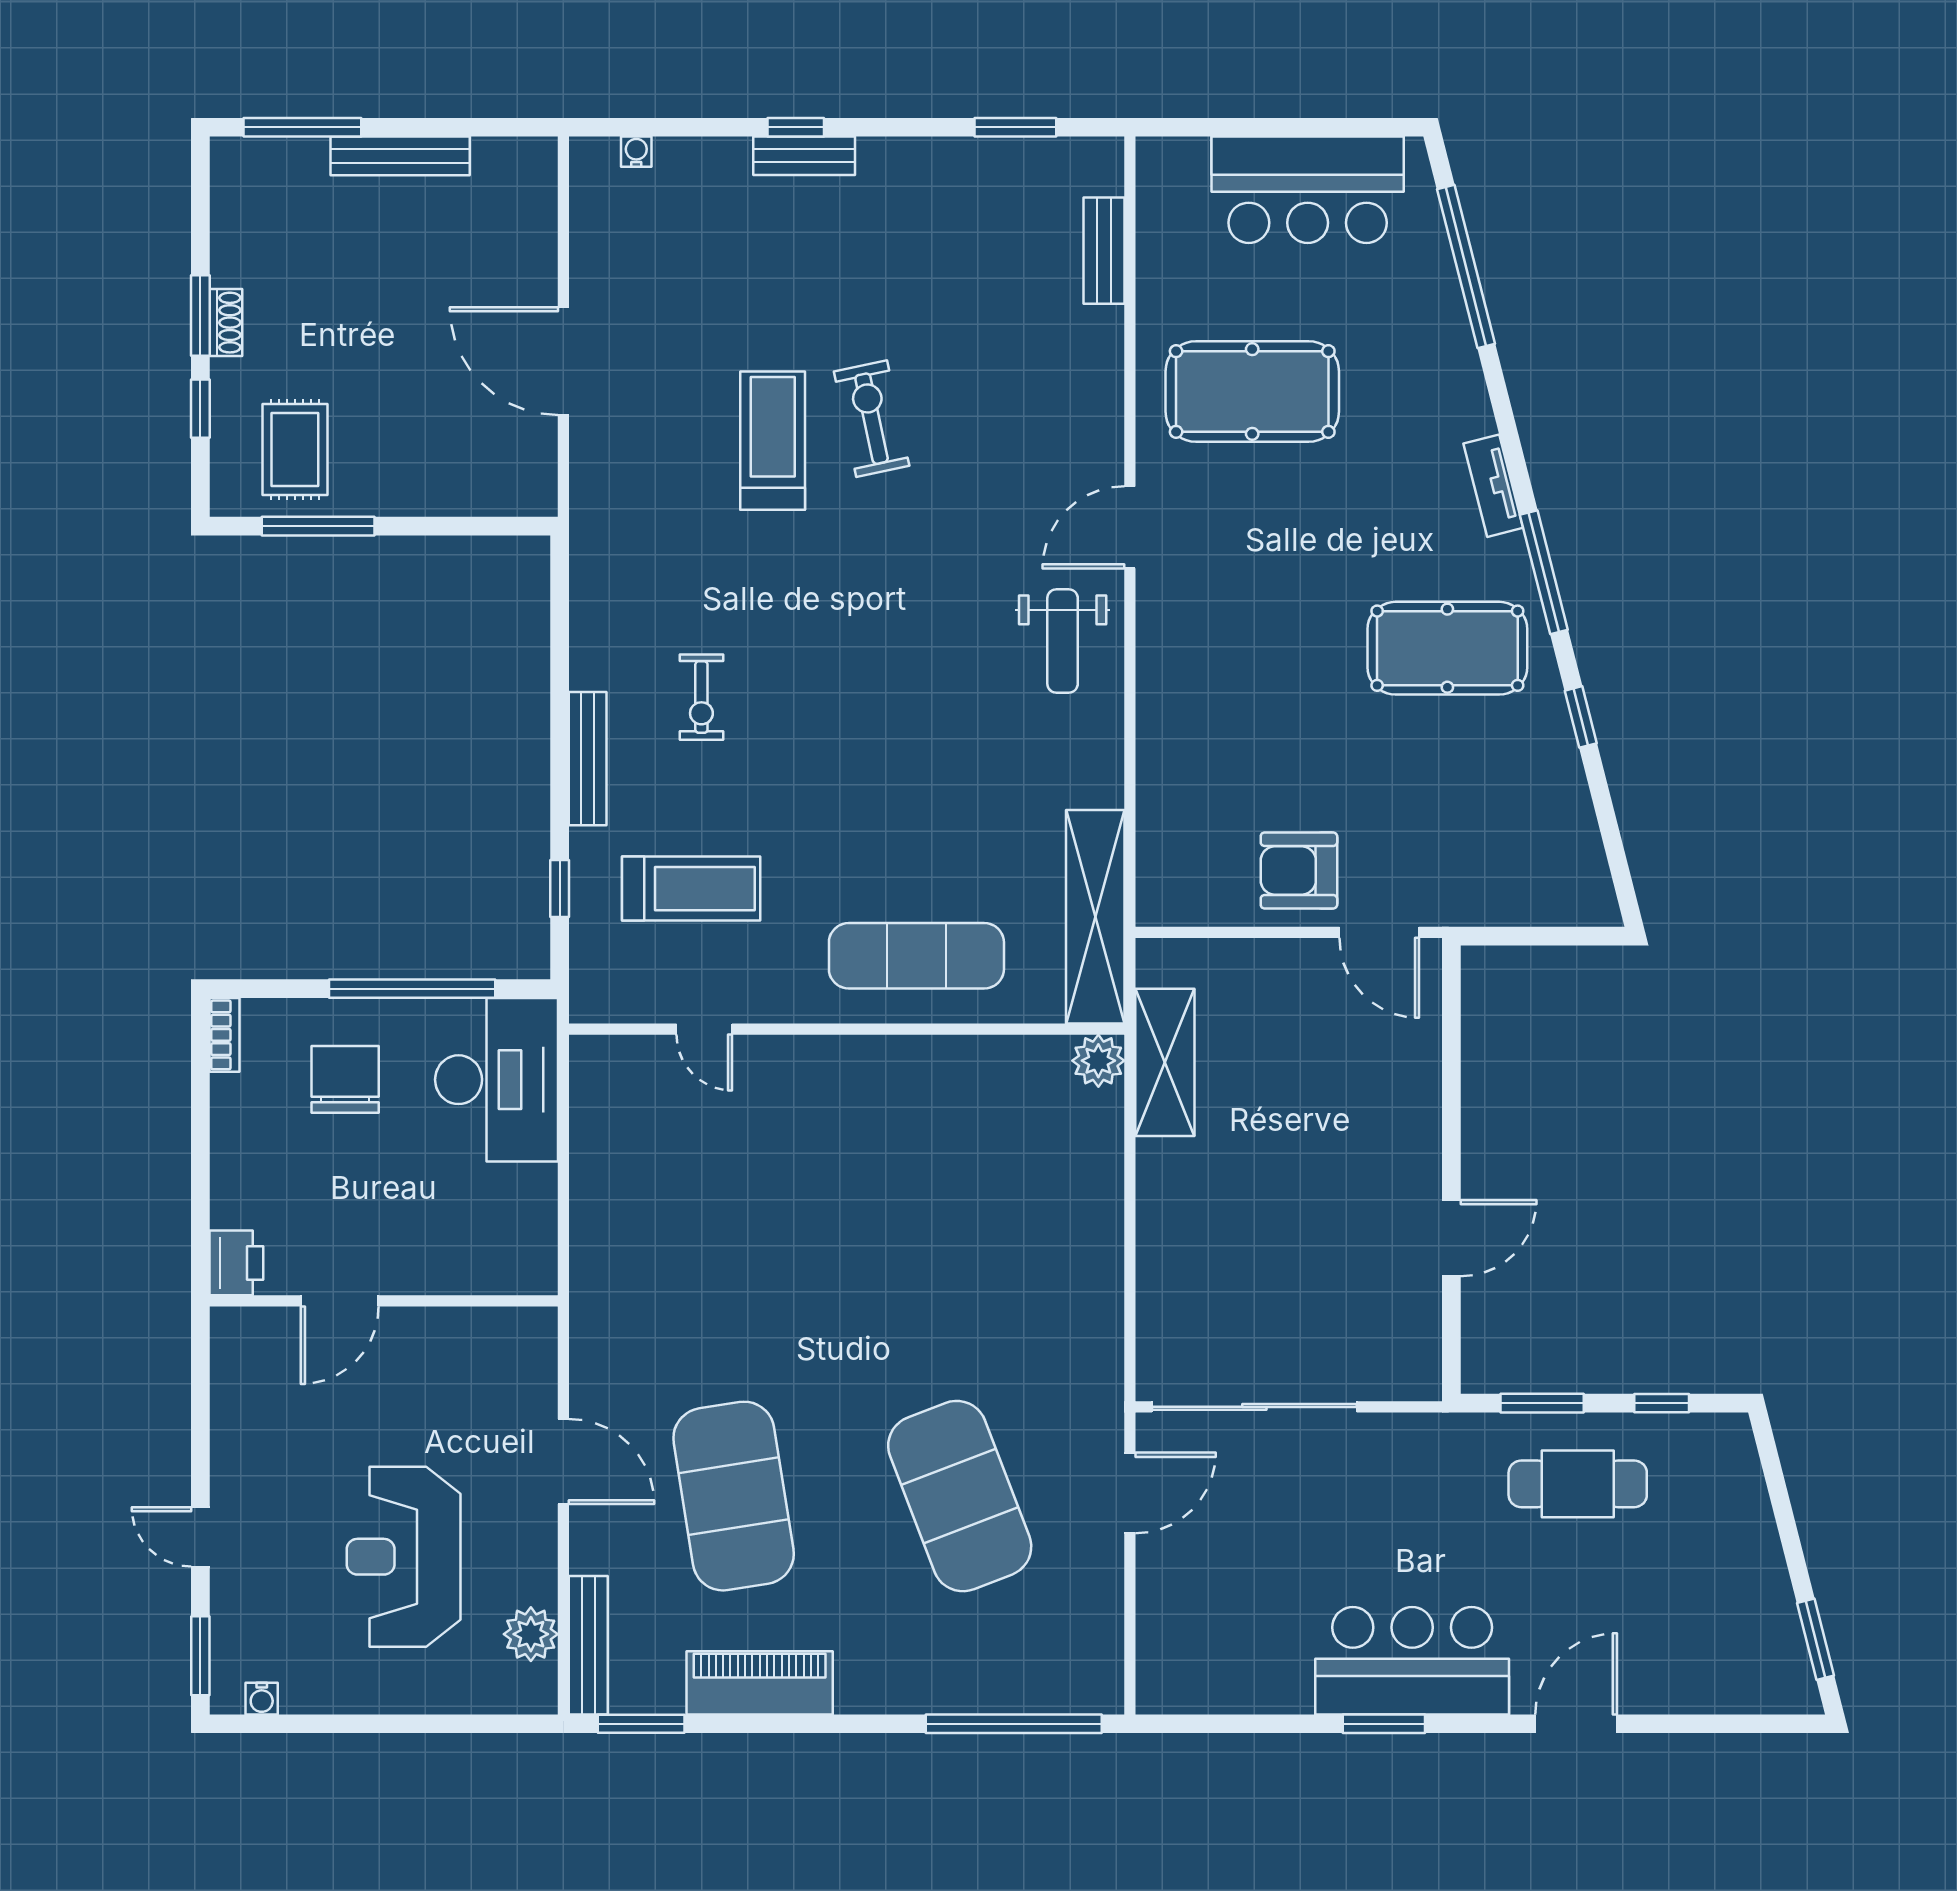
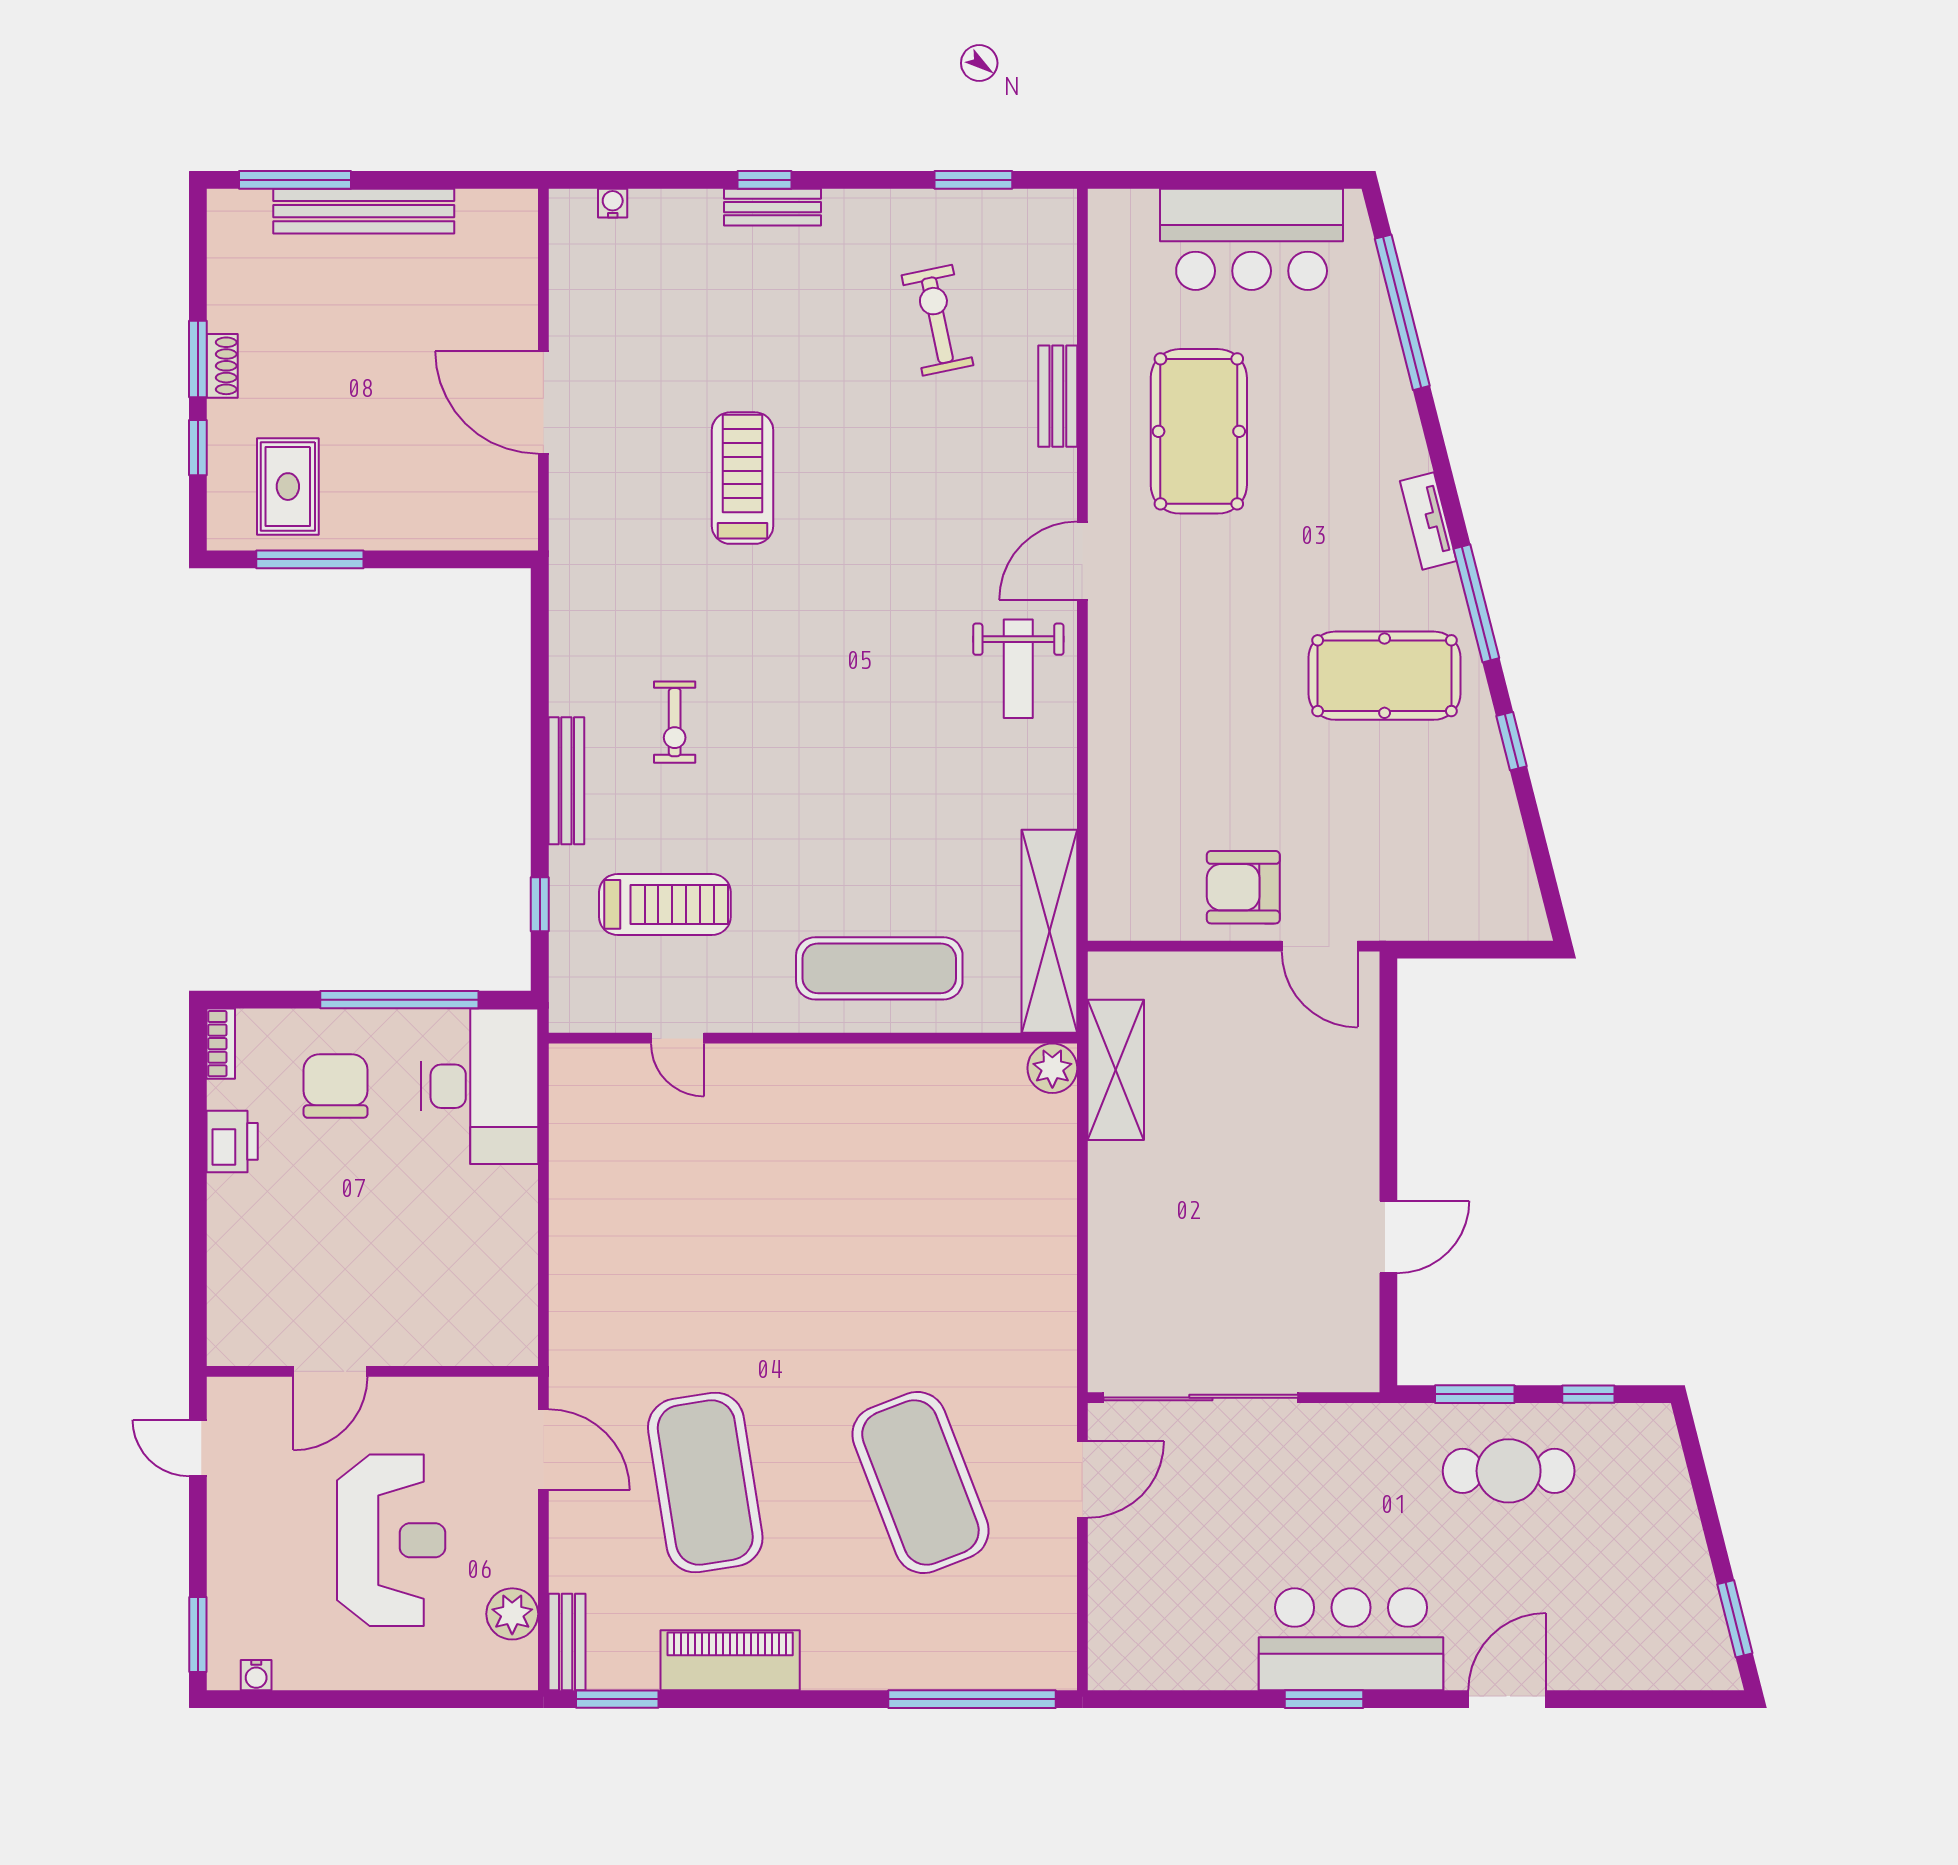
bench: (400, 156) -> (364, 211), width x1.37, depth x1.21
bench: (1104, 251) -> (1058, 396), moved
pool table: (1252, 391) -> (1199, 431), turned 90
exercise bike: (872, 419) -> (937, 320), moved
printer: (236, 1263) -> (232, 1141), moved
door: (340, 1301) -> (330, 1371), moved
wall: (384, 1301) -> (372, 1371), moved
door: (200, 1537) -> (198, 1448), moved
reception desk: (404, 1557) -> (391, 1540), turned 180
bench: (588, 1645) -> (567, 1642), width x0.73

